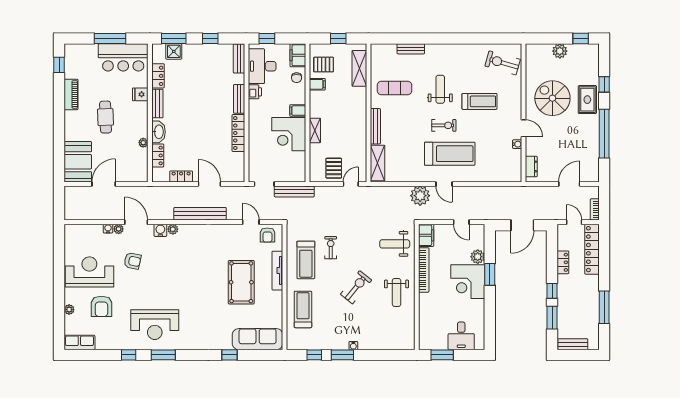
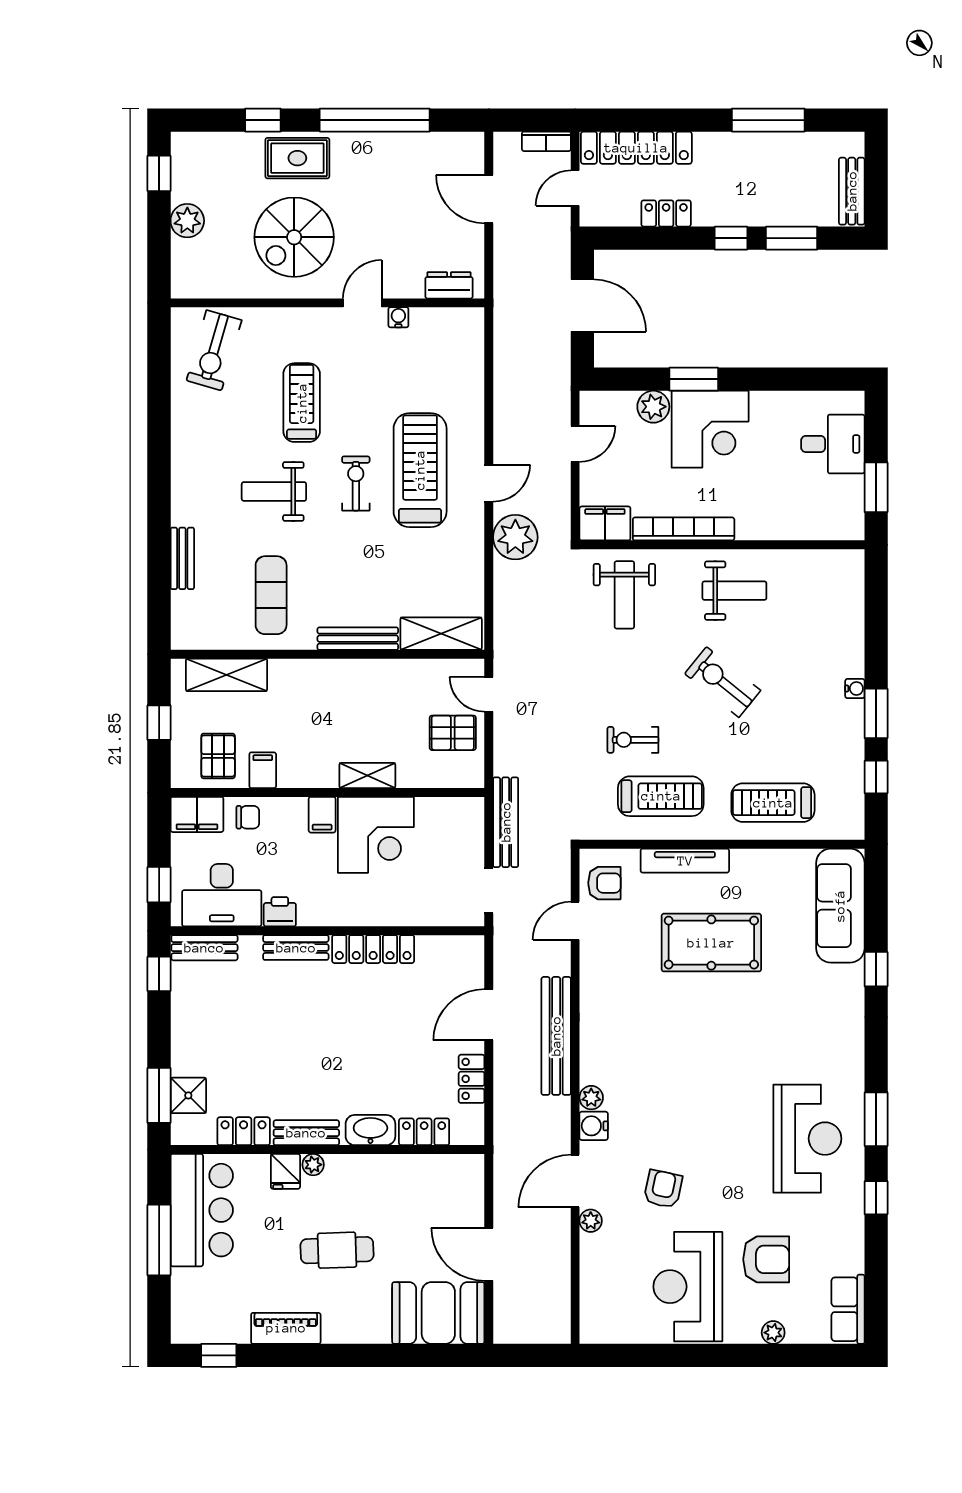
window: (210, 39) -> (159, 974), moved
plant: (143, 143) -> (313, 1165), moved
water cooler: (108, 229) -> (590, 1245), removed

